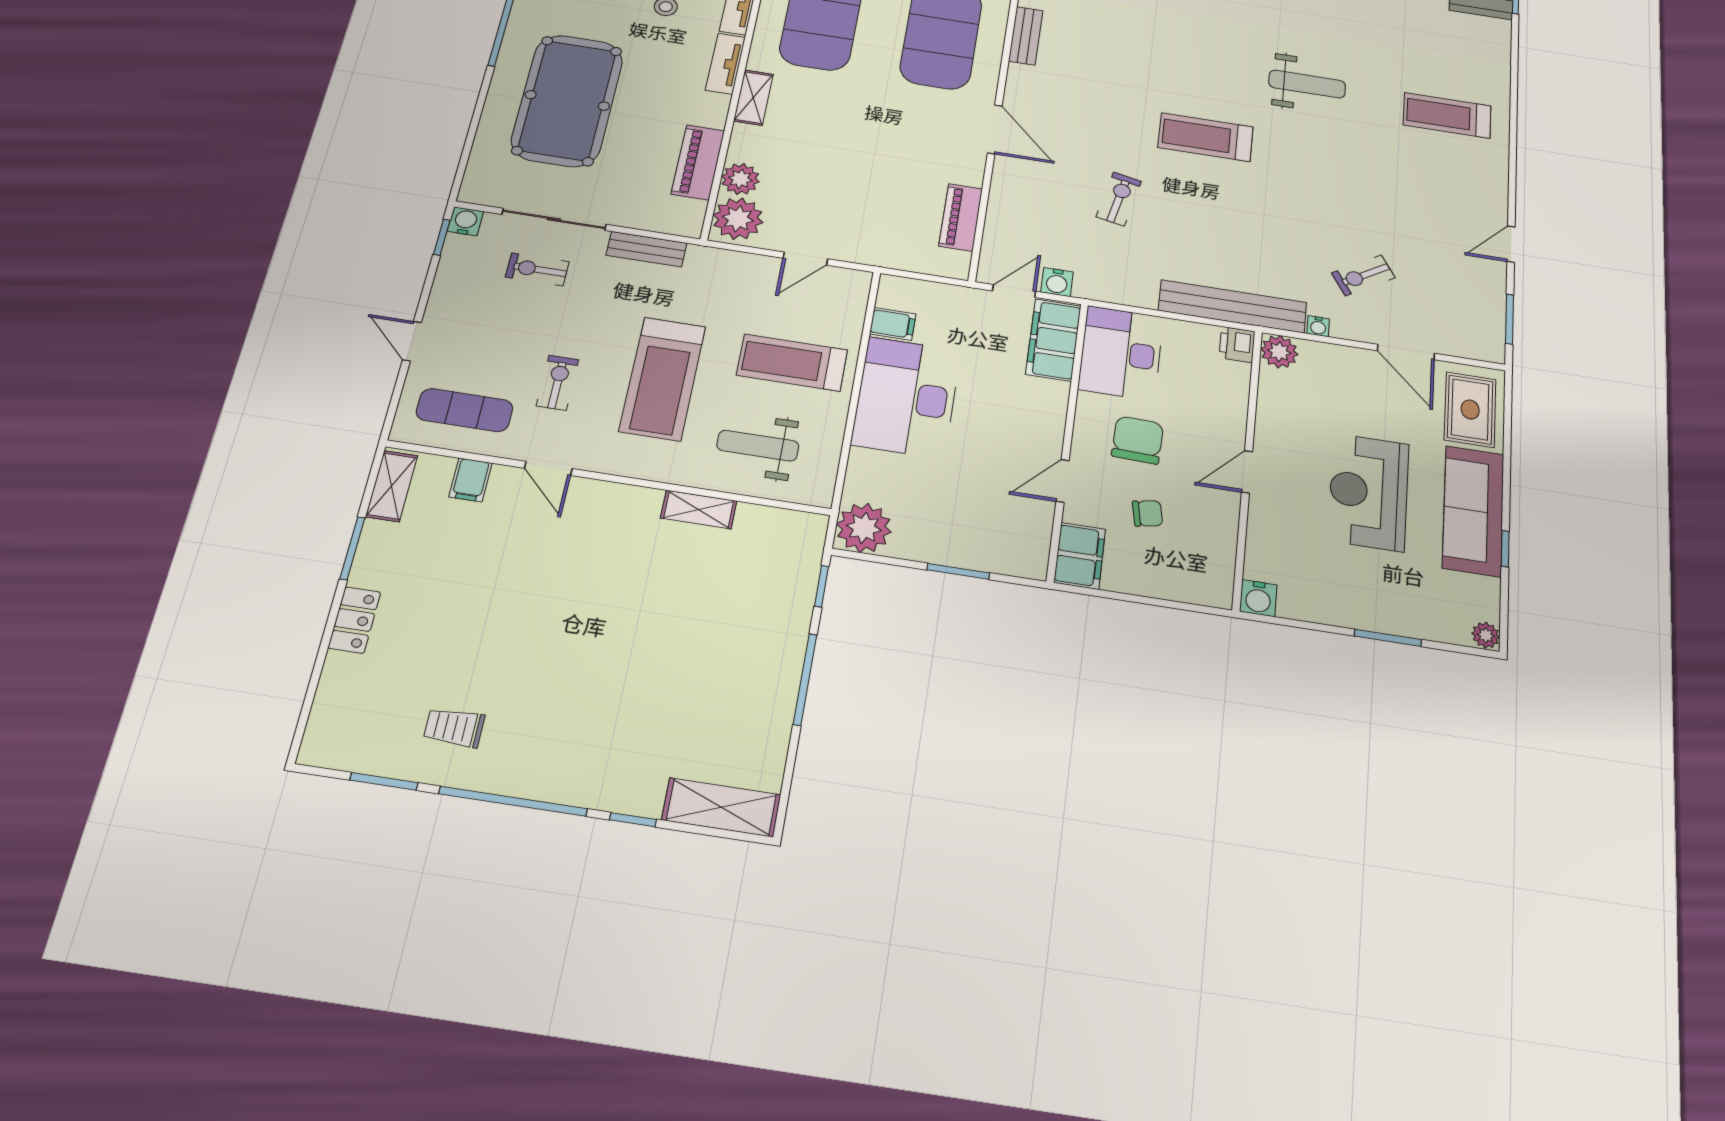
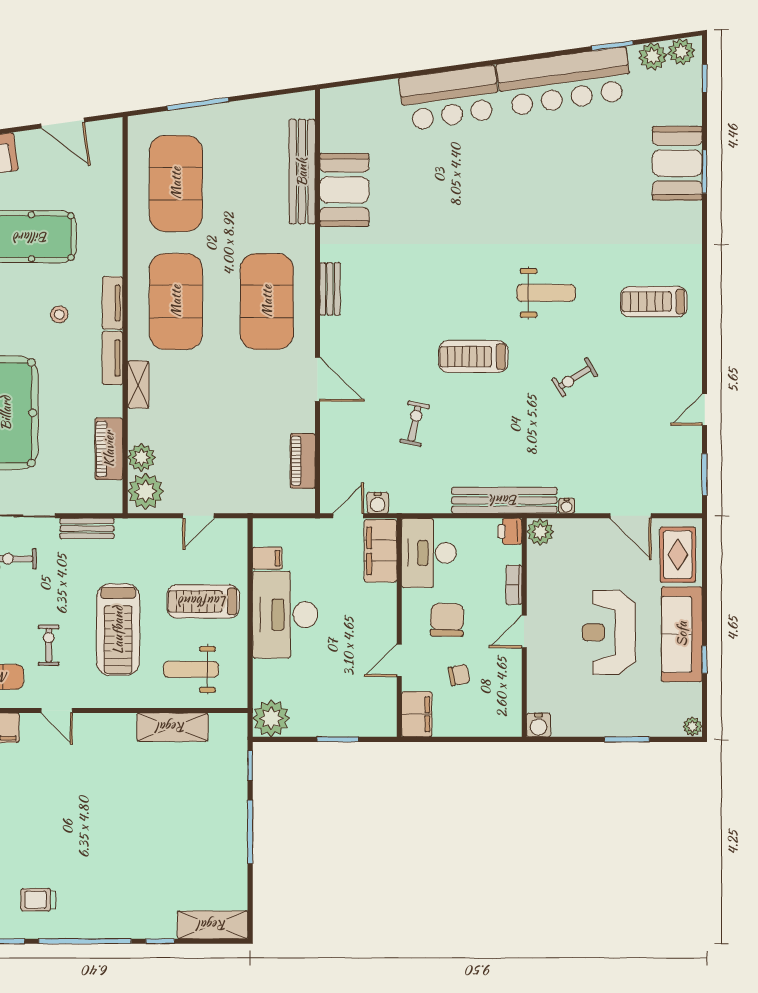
exercise bike: (1363, 275) -> (575, 377), moved
bookcase: (1237, 411) -> (514, 585), added
shelving: (699, 510) -> (172, 727), width x1.50, depth x1.33

